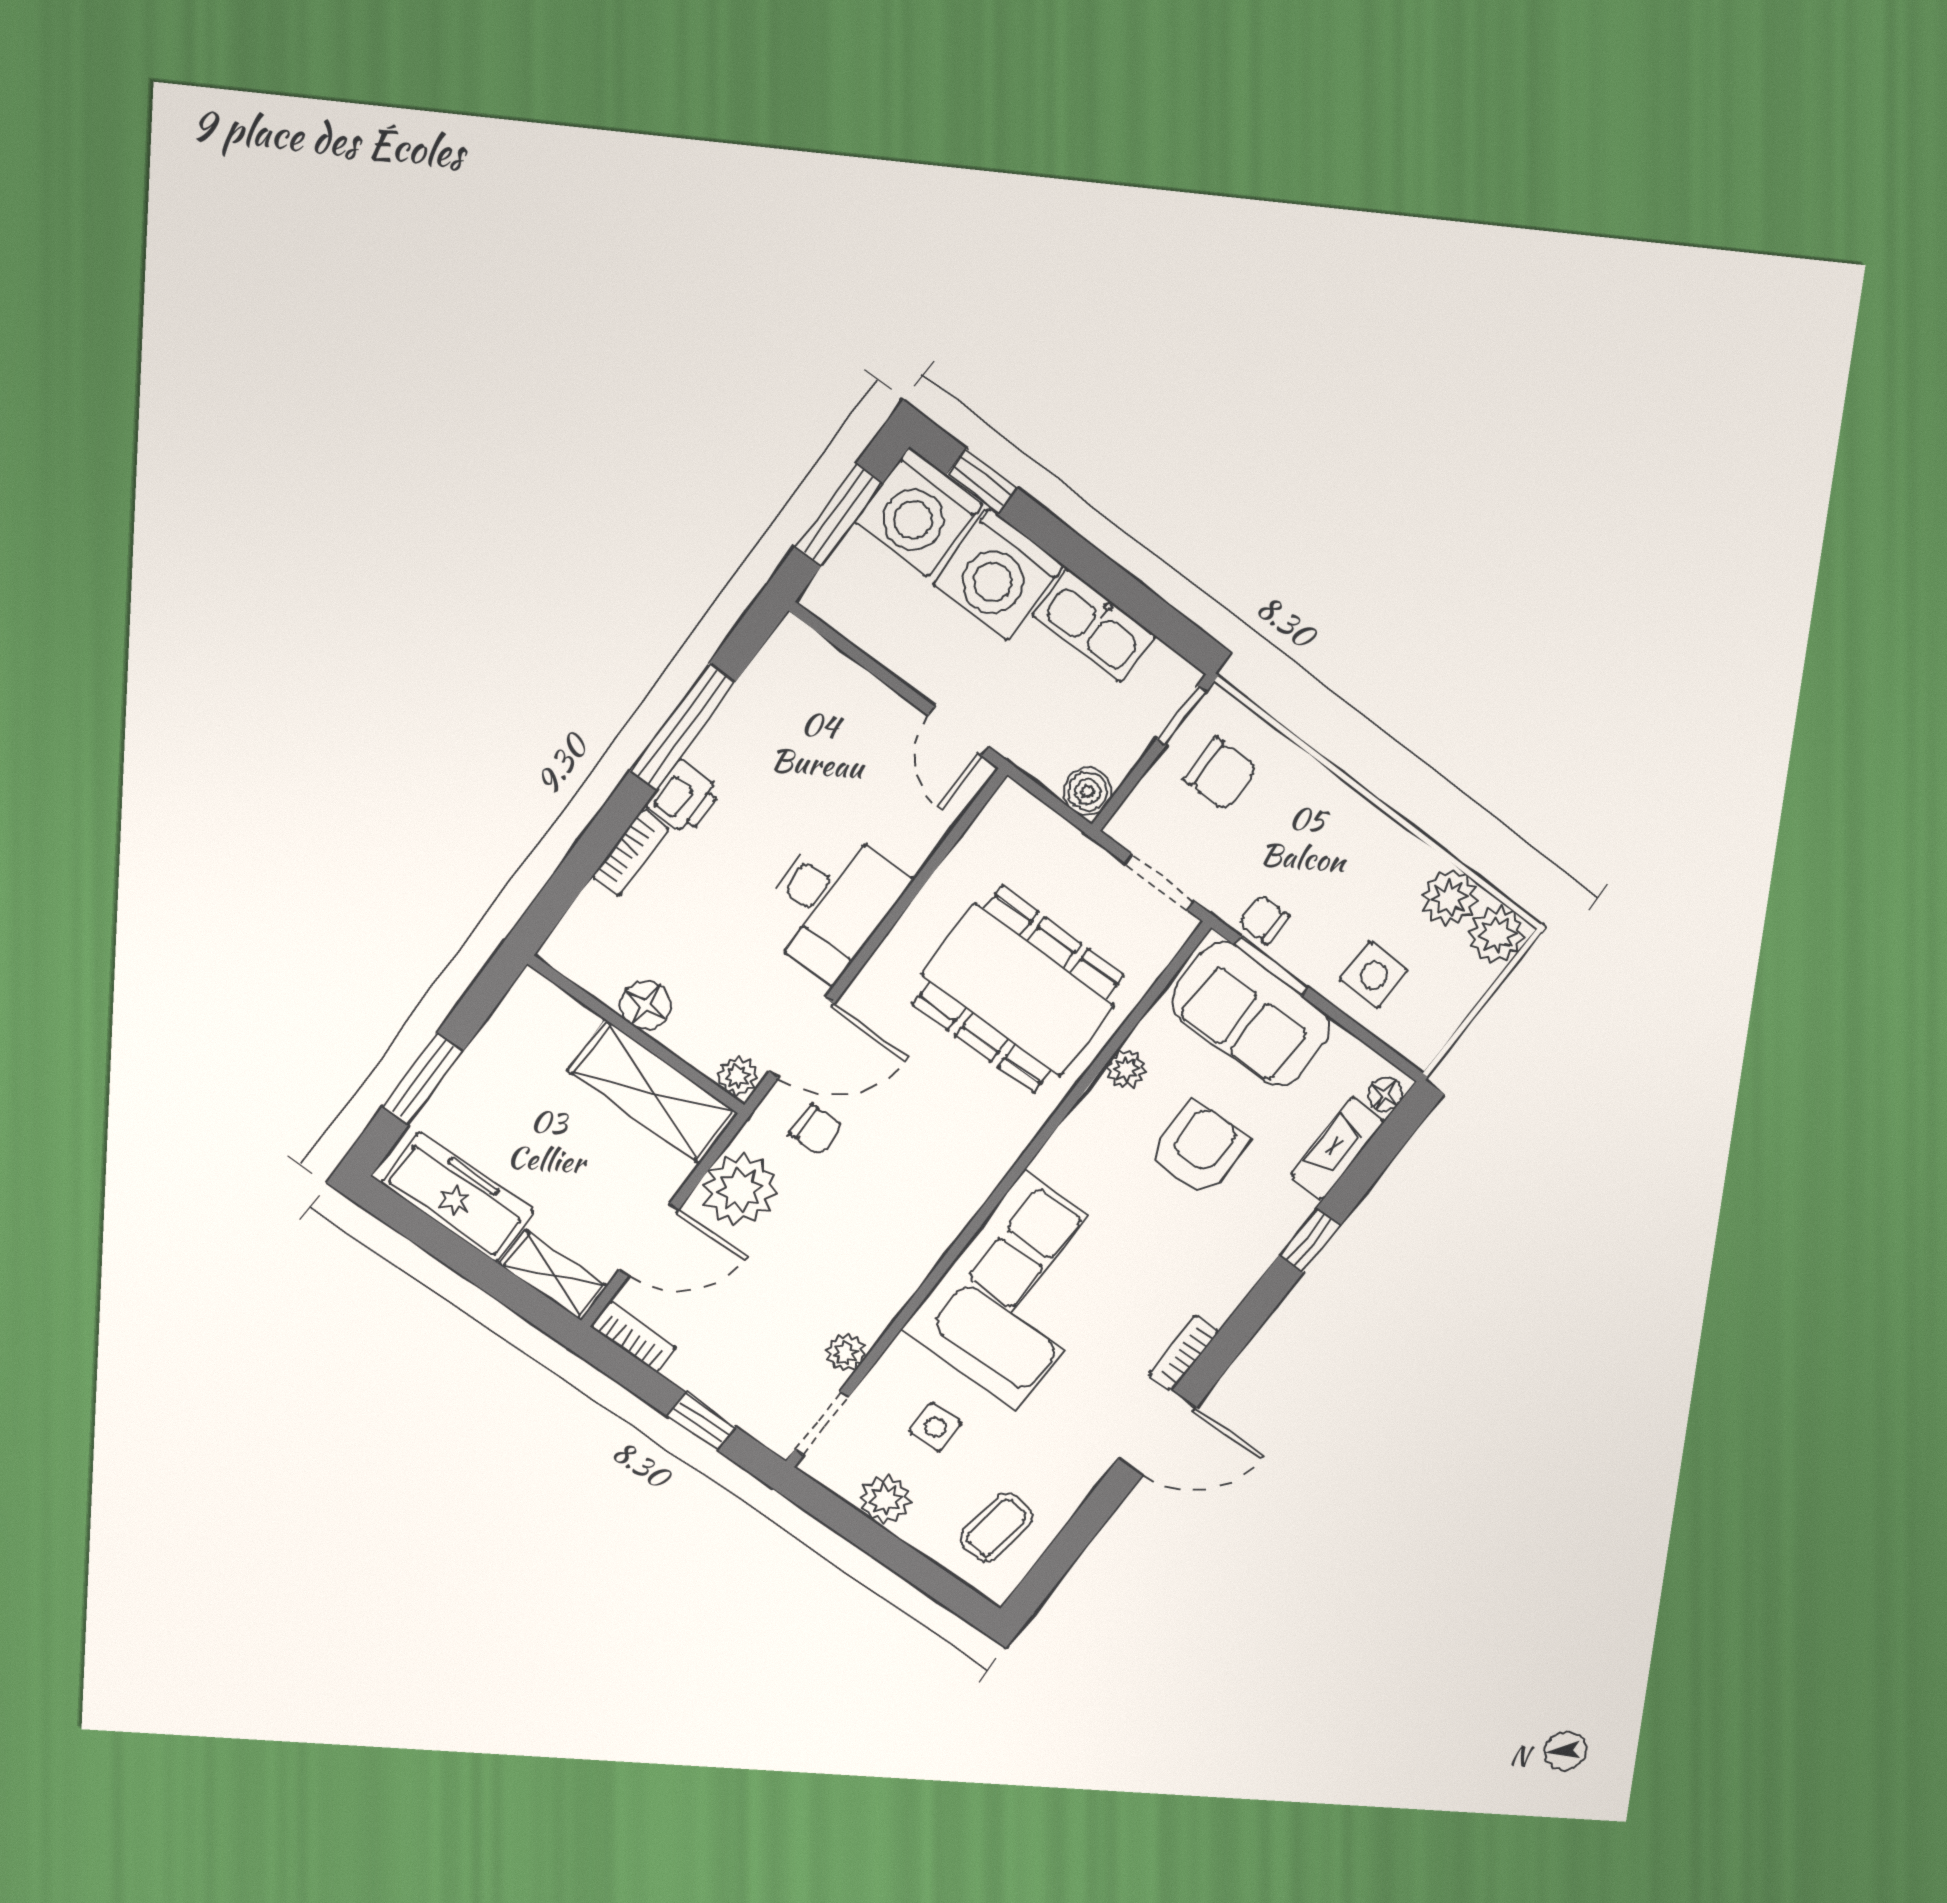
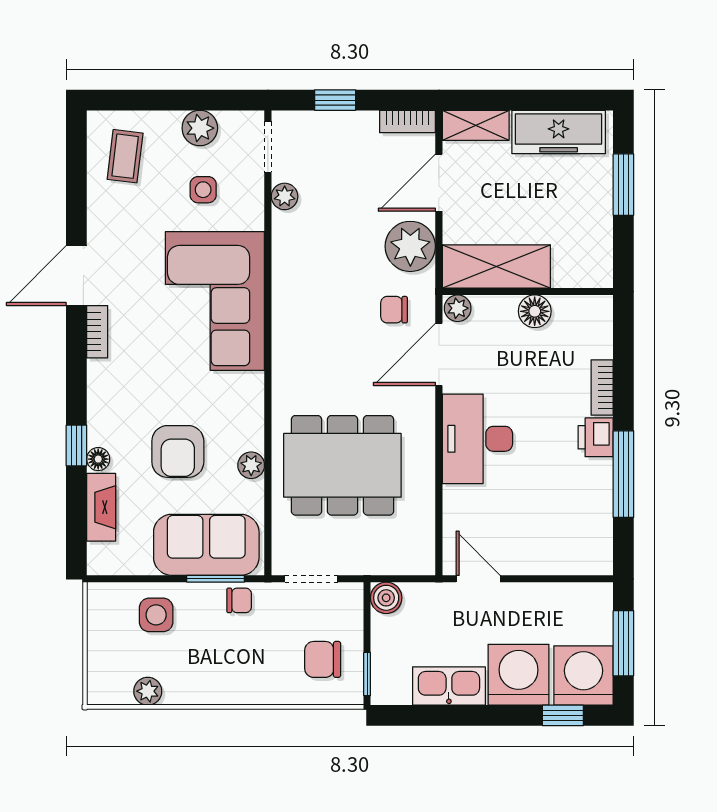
plant: (1450, 898) -> (148, 691), width x0.73, depth x0.73
plant: (1497, 935) -> (106, 686), removed
floor lamp: (1385, 1095) -> (98, 459), moved

